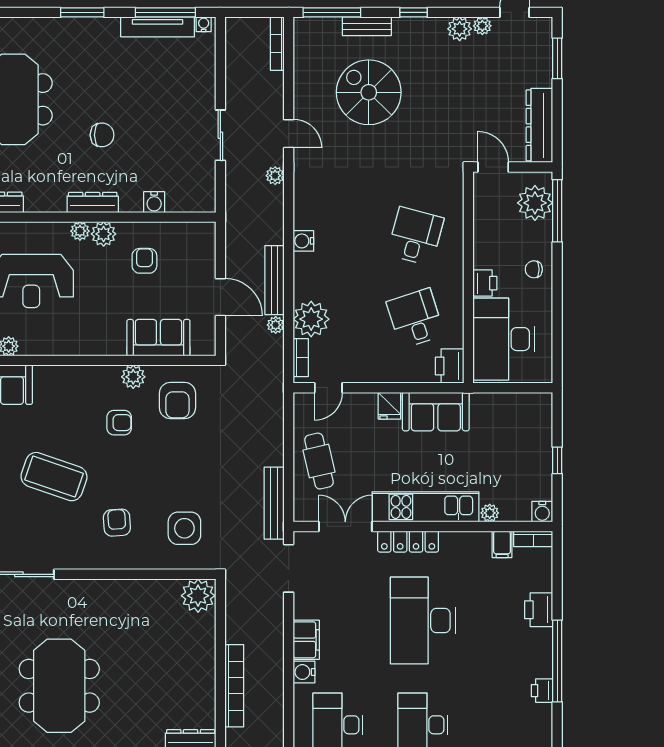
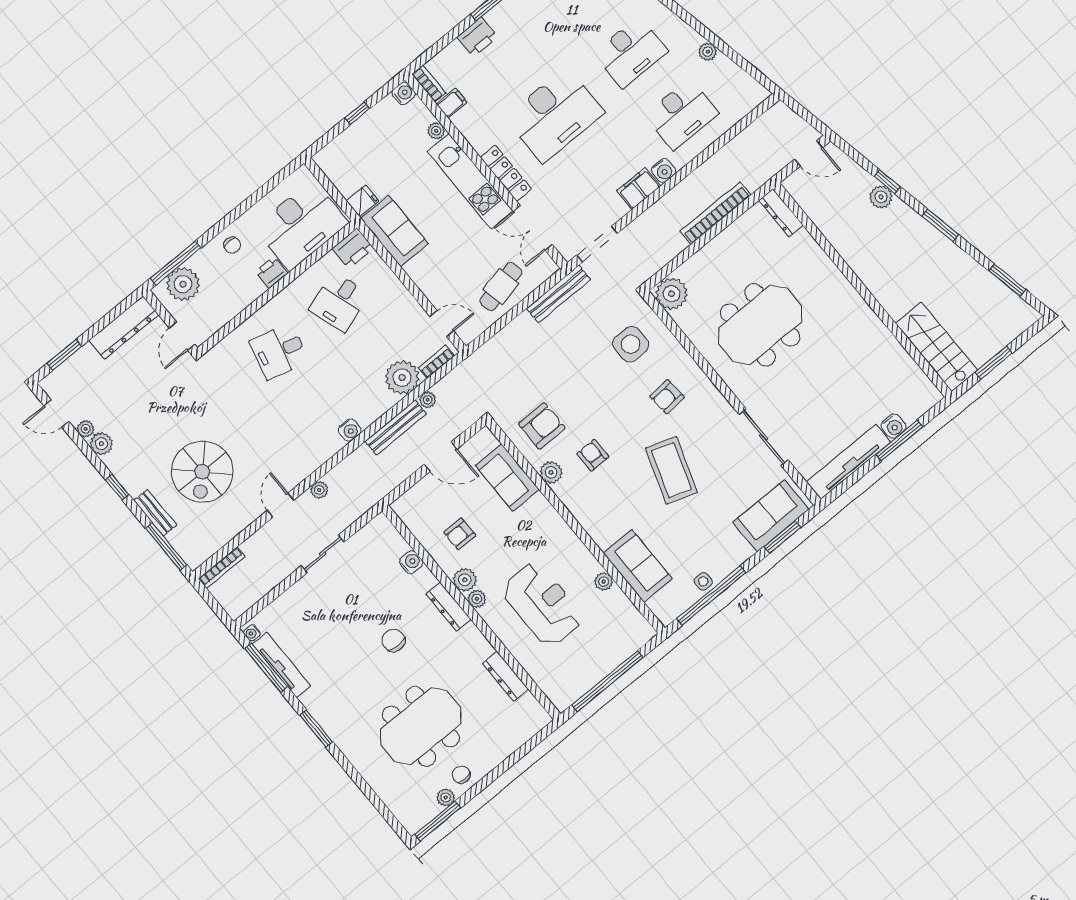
door: (220, 297) -> (441, 457), swing flipped
fridge: (389, 406) -> (362, 201), moved
meeting table: (59, 686) -> (760, 325), moved

